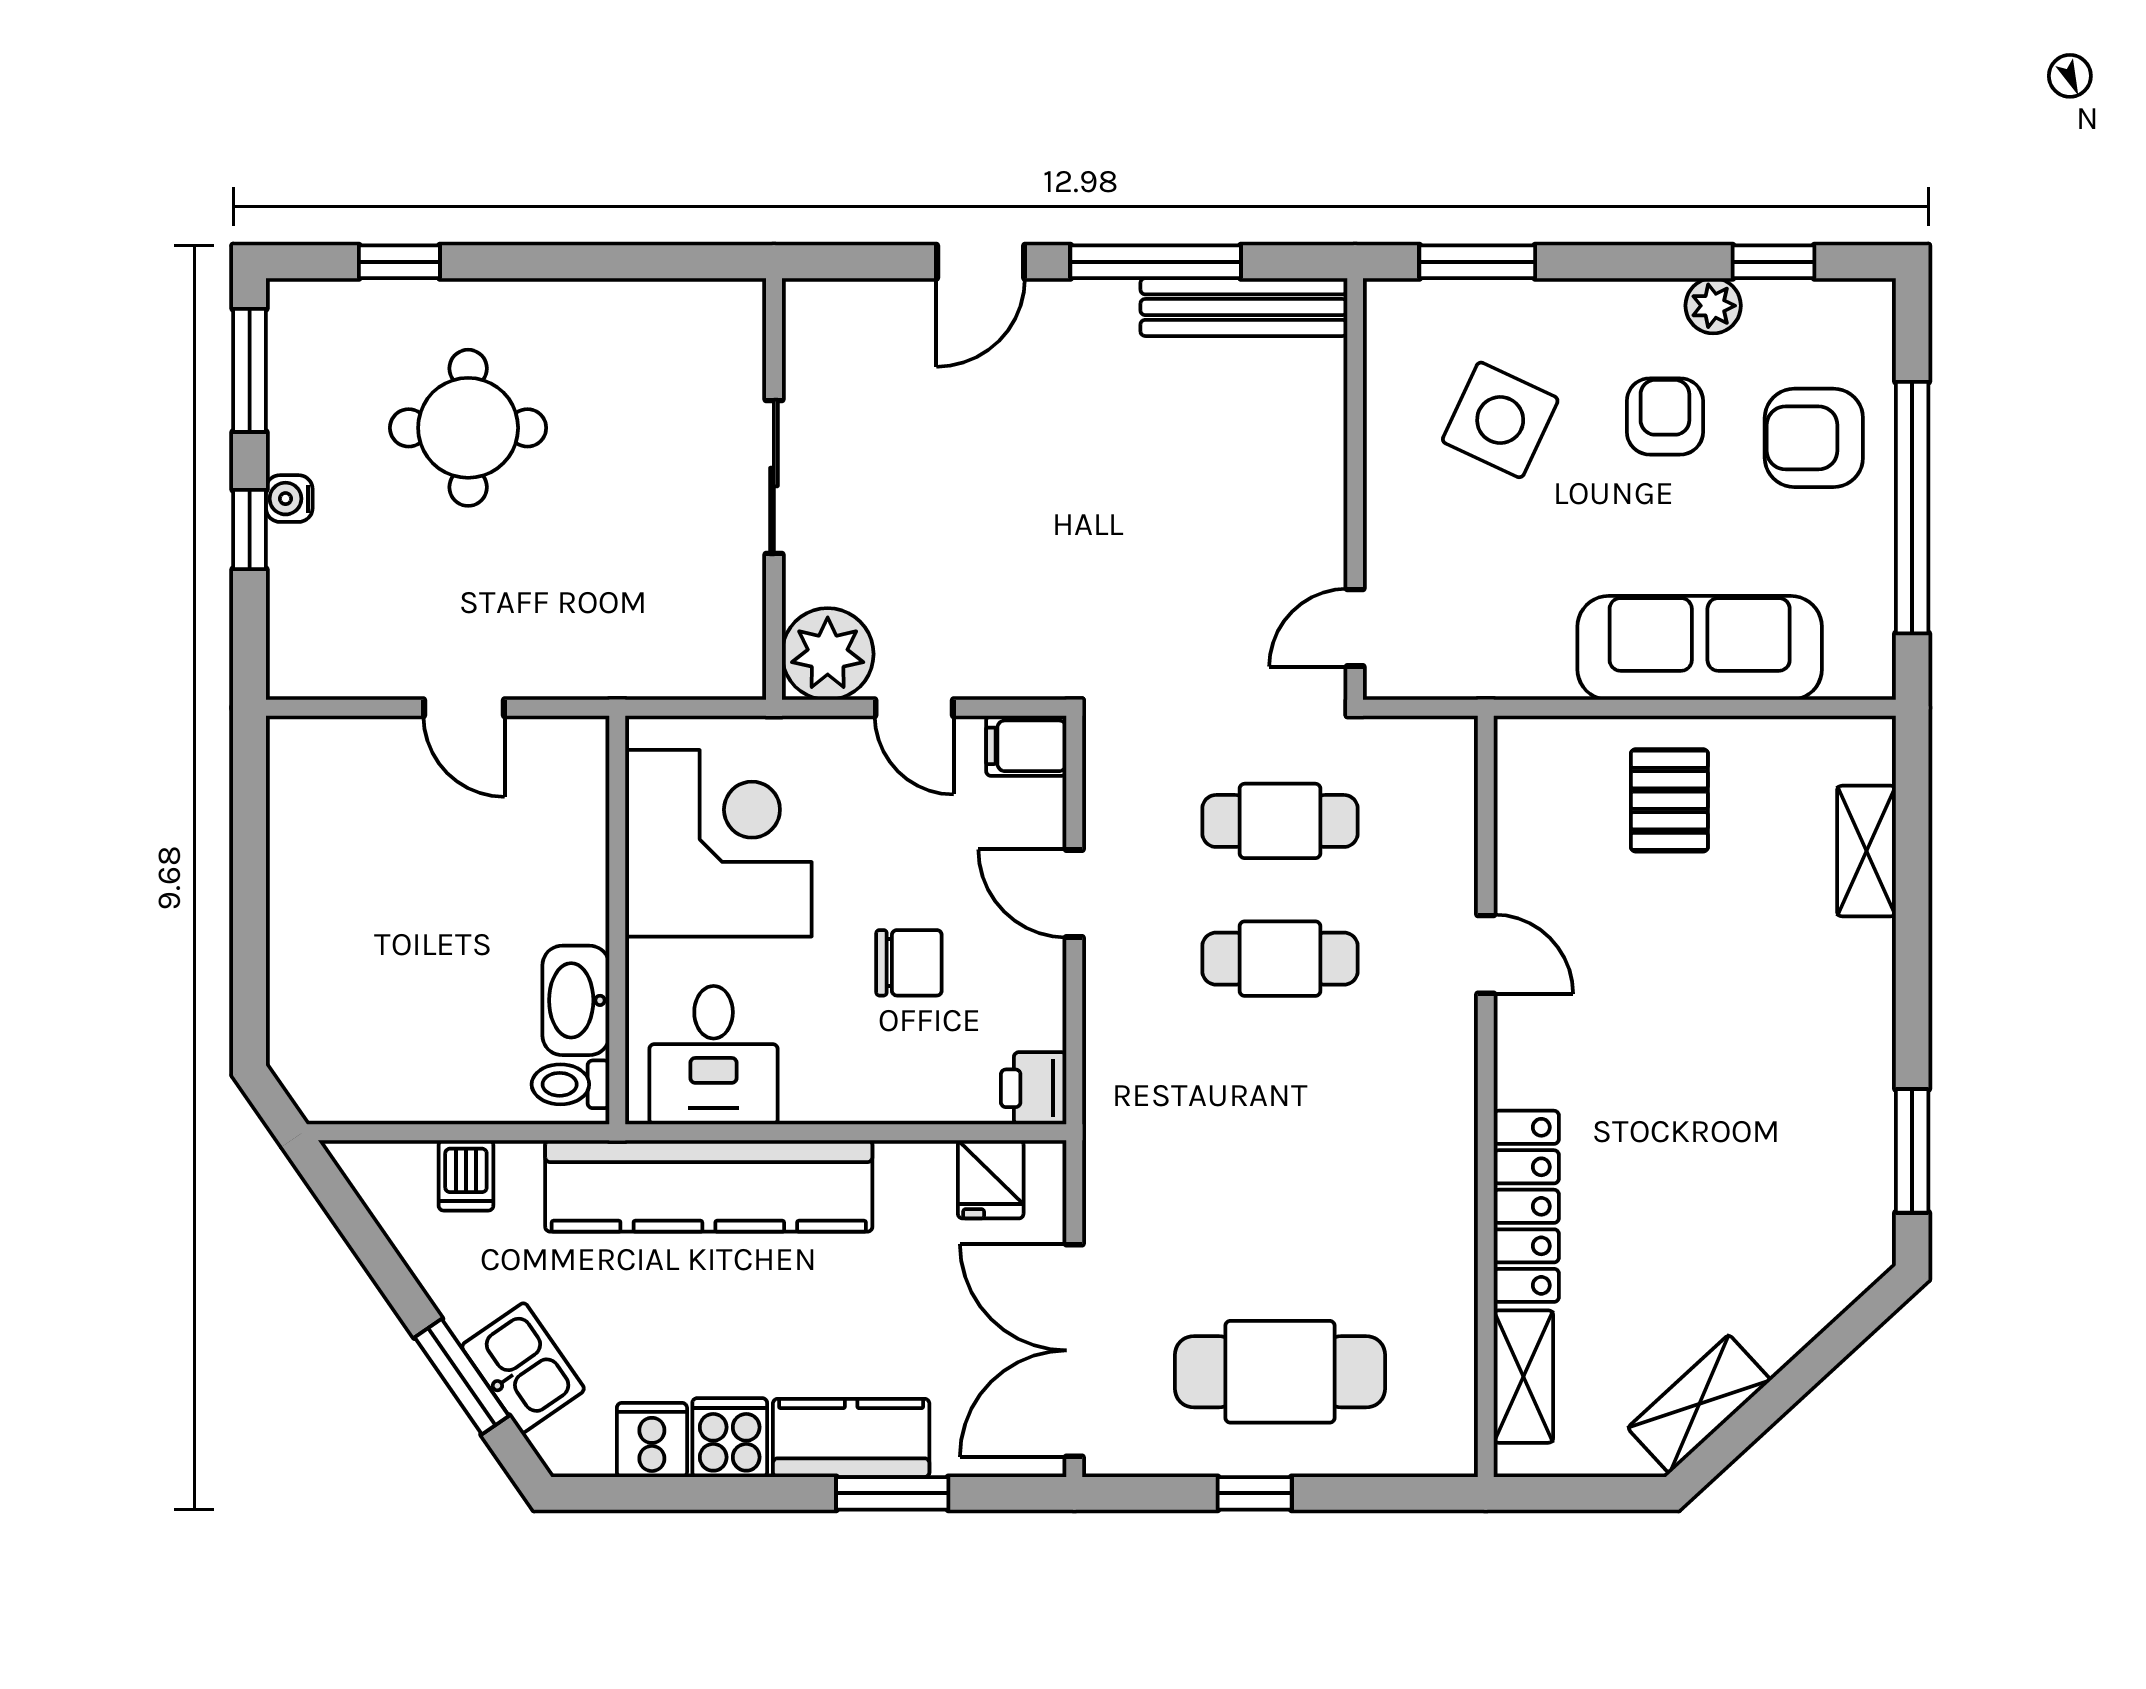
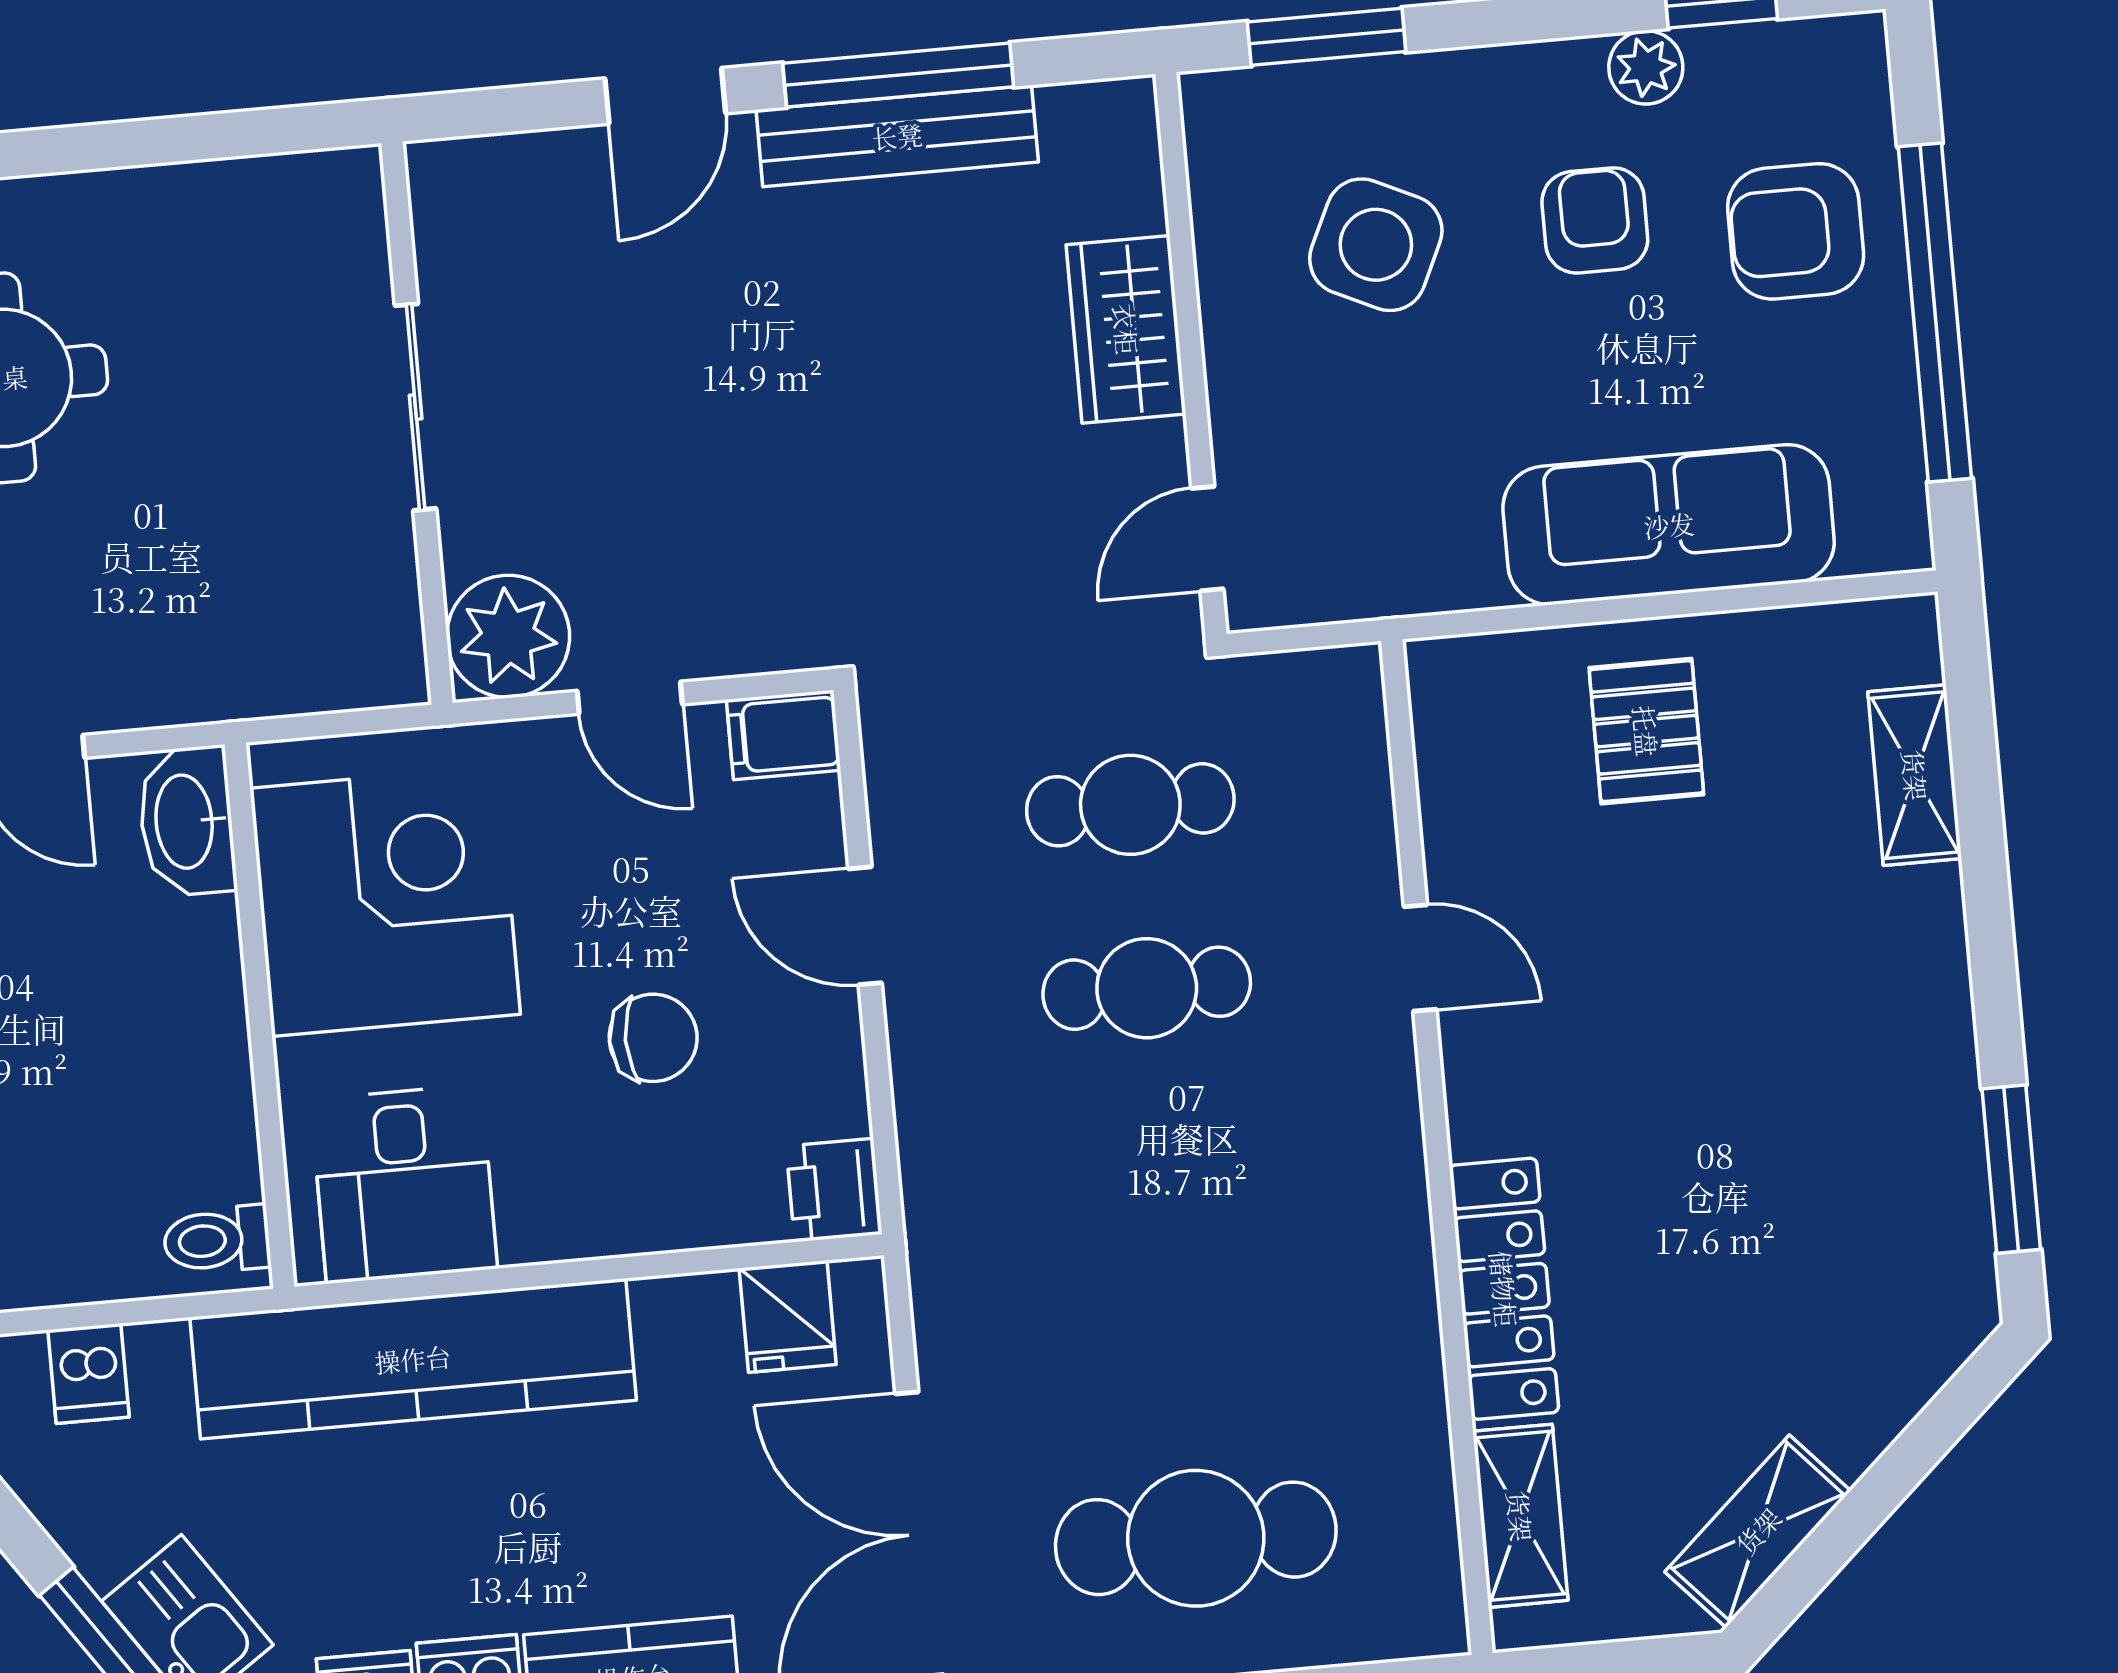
bench: (1244, 307) -> (897, 136), moved
wardrobe: (1308, 466) -> (1126, 329), added
washbasin: (576, 1000) -> (187, 821), moved

